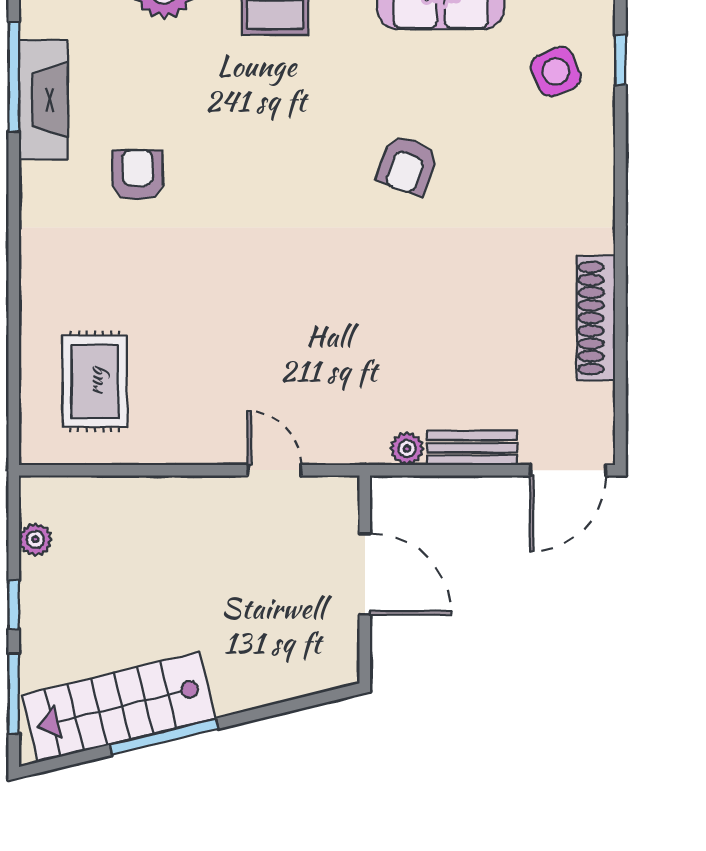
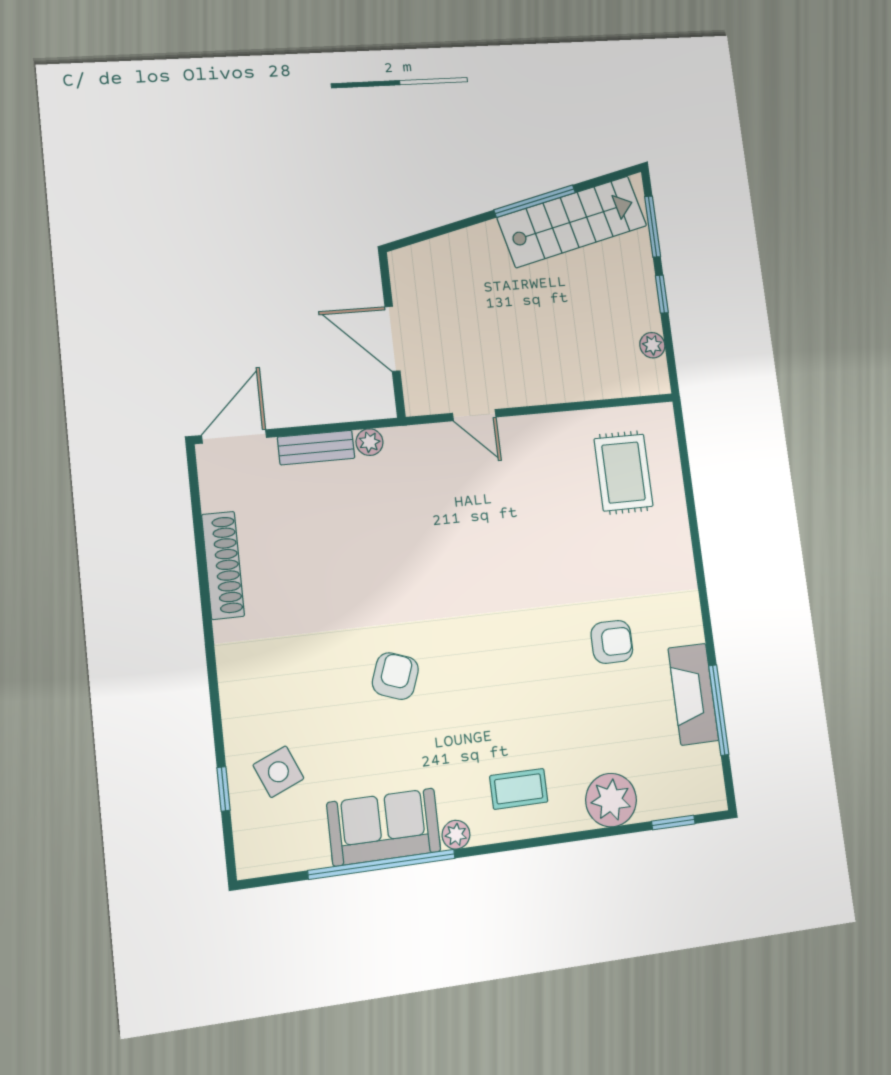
armchair: (138, 175) -> (612, 642), turned -90

